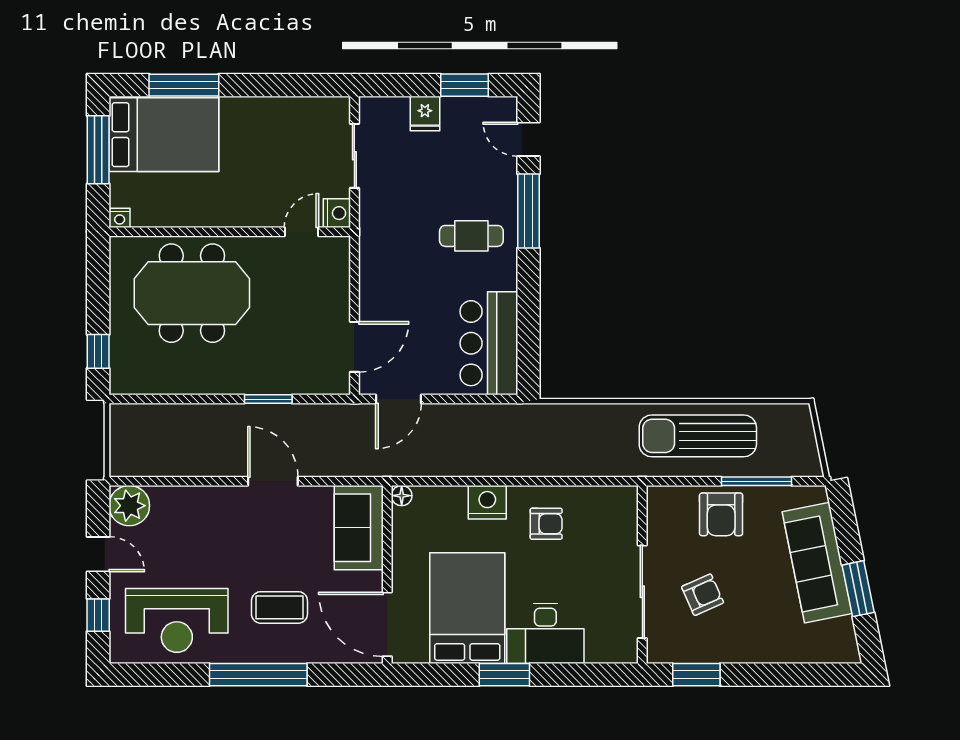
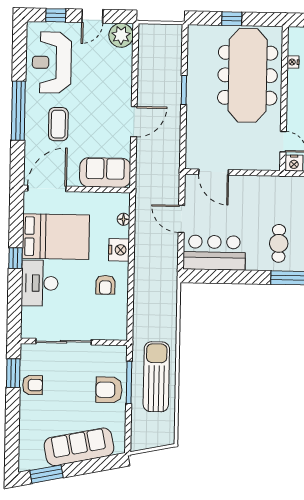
nightstand: (120, 218) -> (293, 62), moved
meeting table: (192, 293) -> (248, 75), width x1.36
window: (98, 351) -> (232, 19), moved
window: (268, 399) -> (184, 90), moved
door: (398, 399) -> (181, 219), moved
window: (756, 481) -> (129, 382), moved
floor lamp: (402, 496) -> (124, 219), moved
window: (858, 589) -> (47, 474), moved
armchair: (703, 595) -> (33, 385), moved, turned -66
window: (504, 675) -> (15, 258), width x0.67

